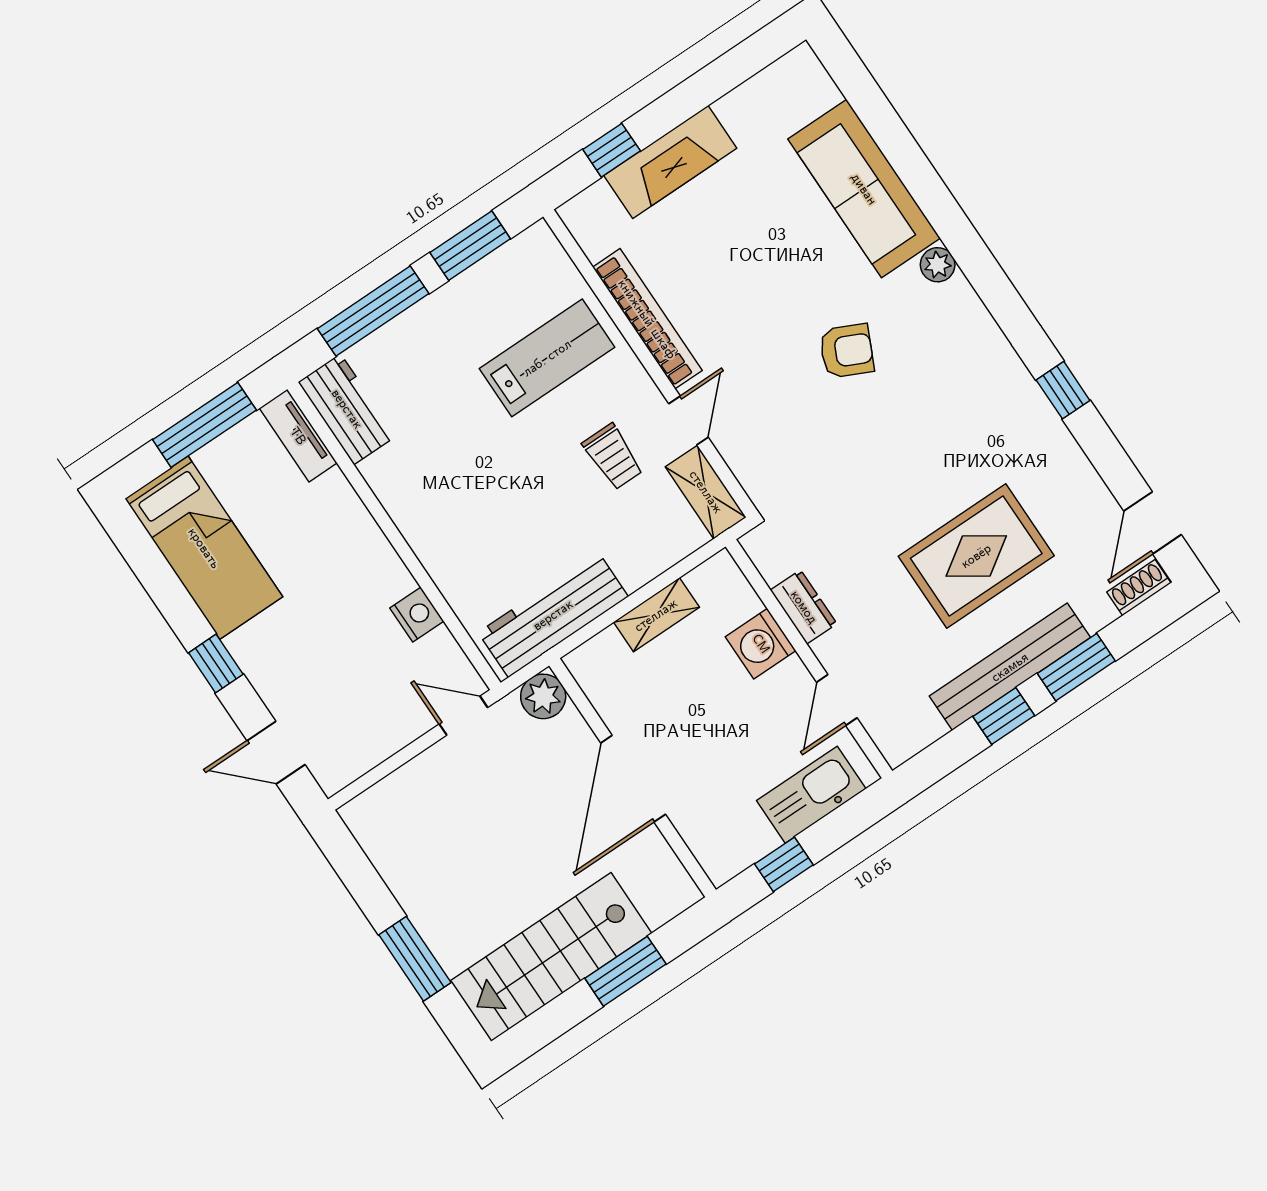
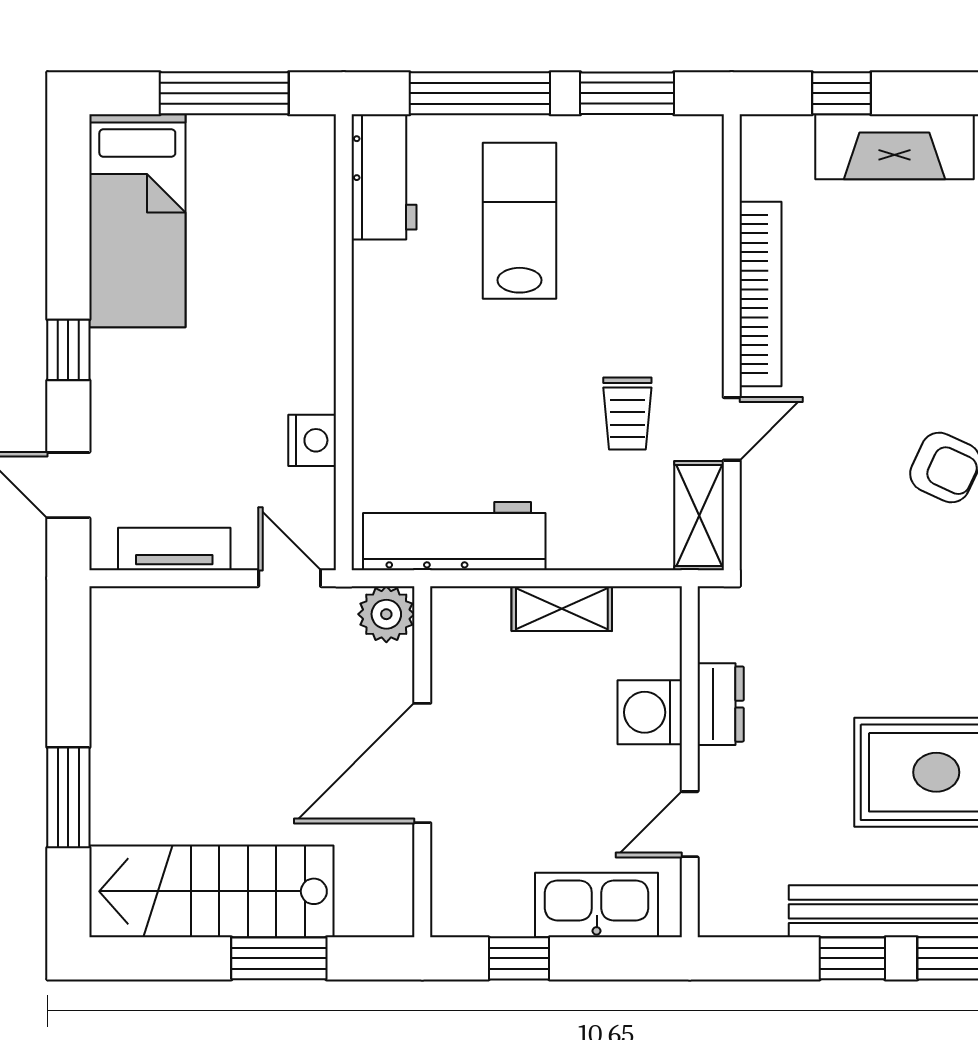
lab bench: (547, 358) -> (520, 221), moved, turned -90
tv unit: (298, 436) -> (174, 549), moved, turned 90

